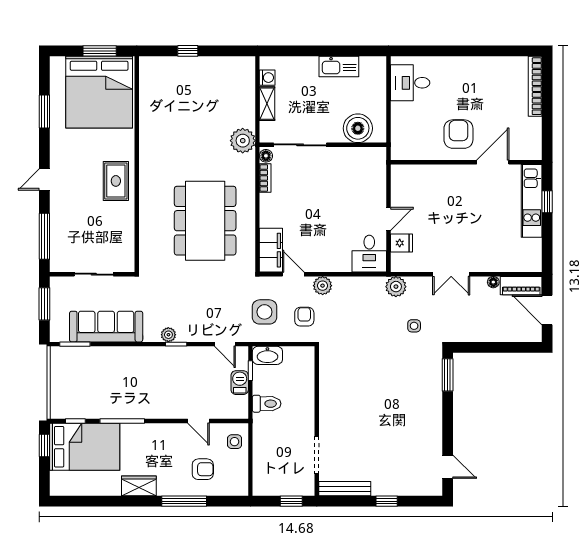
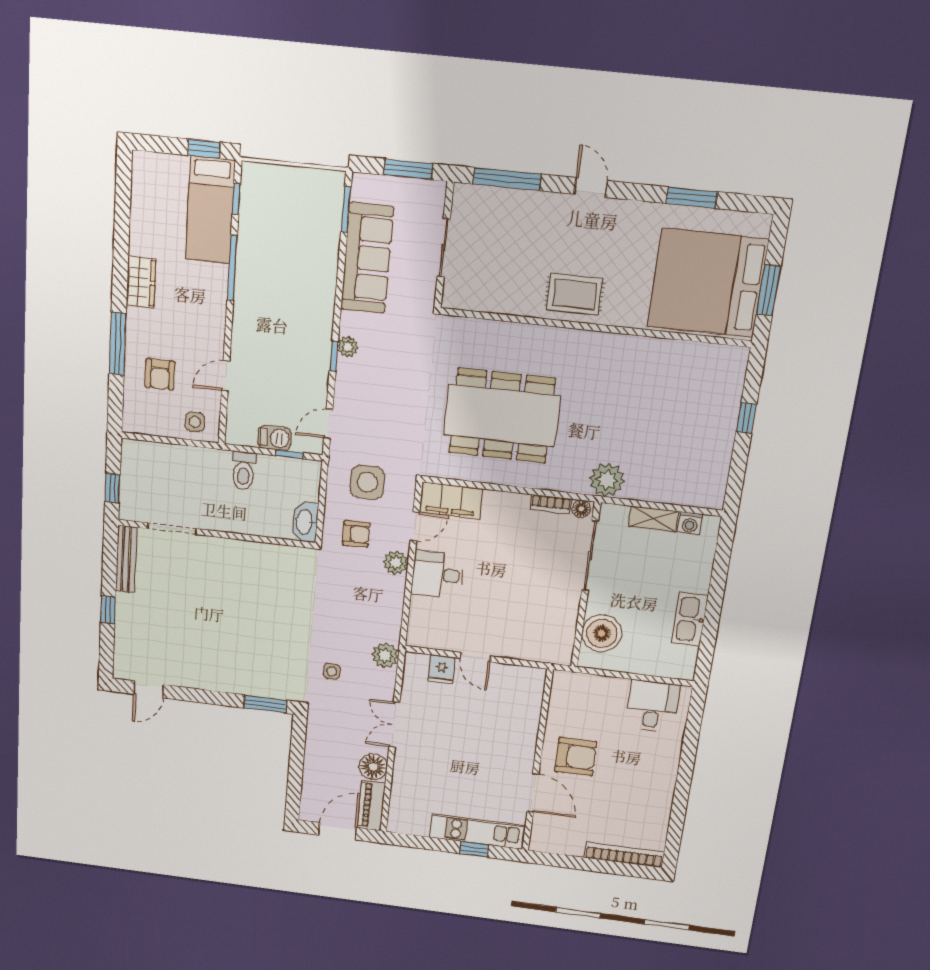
desk: (369, 254) -> (438, 575), moved
floor lamp: (493, 282) -> (373, 767), width x1.89, depth x1.89
washbasin: (267, 355) -> (305, 522), moved
bed: (85, 447) -> (210, 210), width x0.67

